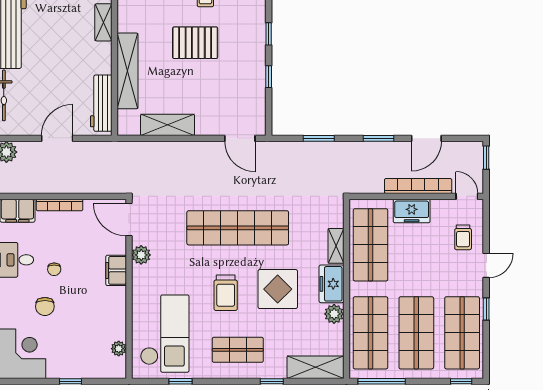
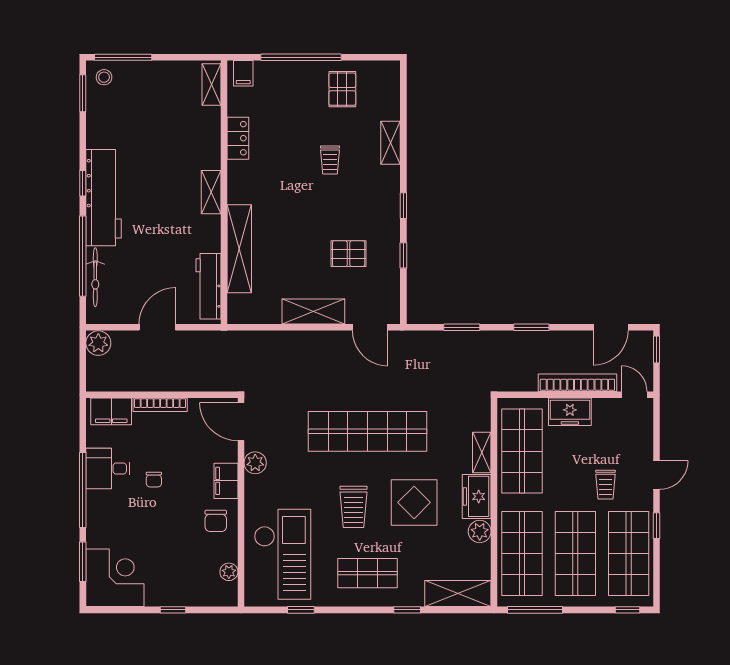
pallet: (195, 43) -> (349, 254), moved, width x0.67, depth x0.71
shelving: (167, 125) -> (313, 311), moved
door: (426, 138) -> (611, 327), moved
trolley: (463, 237) -> (605, 485), moved
chair: (45, 306) -> (216, 521), moved

